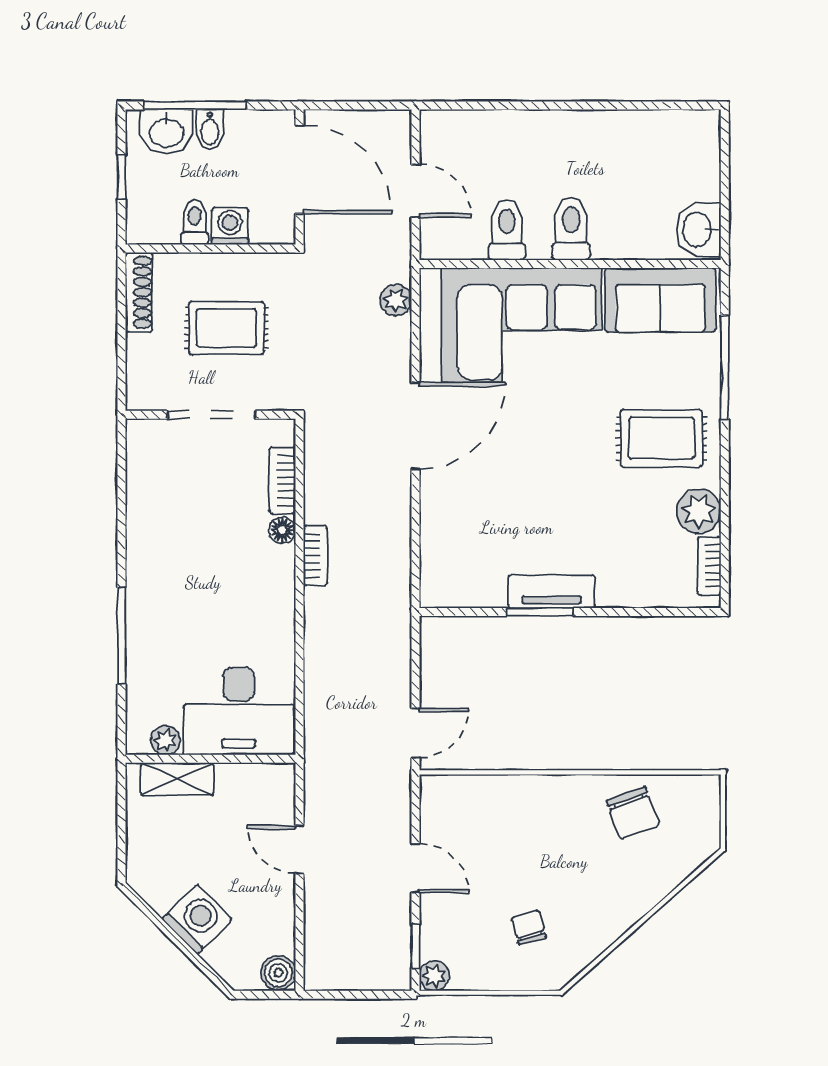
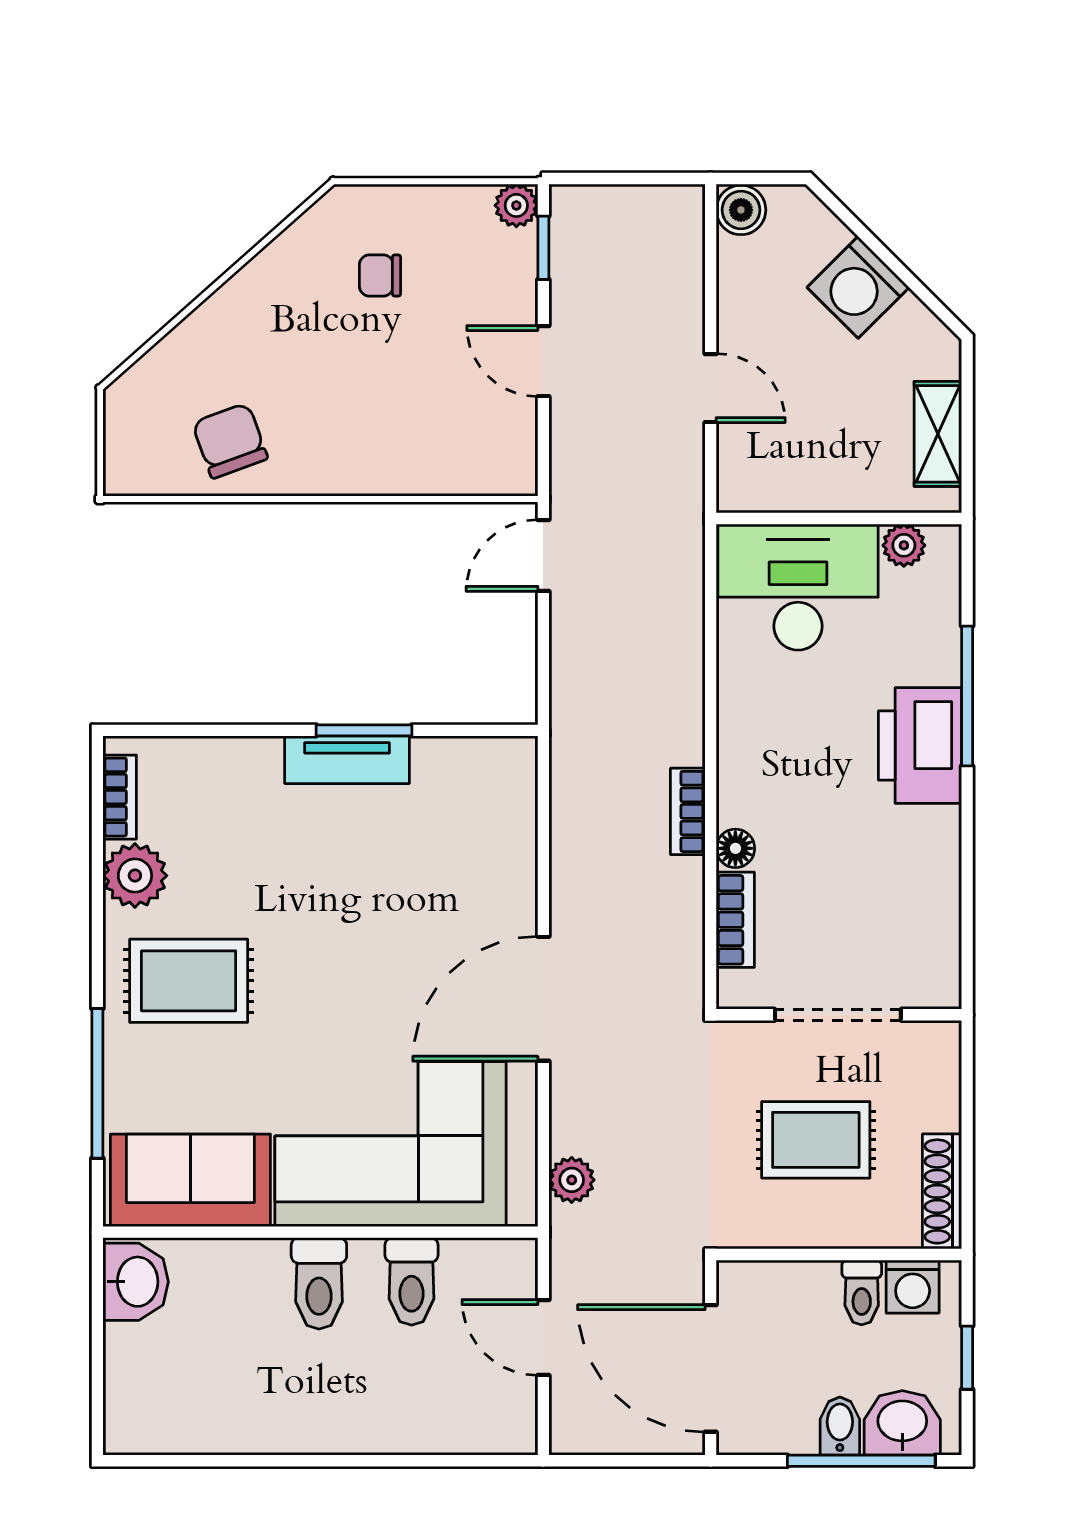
washing machine: (230, 226) -> (913, 1287), moved
printer: (154, 601) -> (920, 746), added
shelving: (177, 779) -> (938, 434), moved, turned 90
chair: (529, 927) -> (380, 275), turned 106

